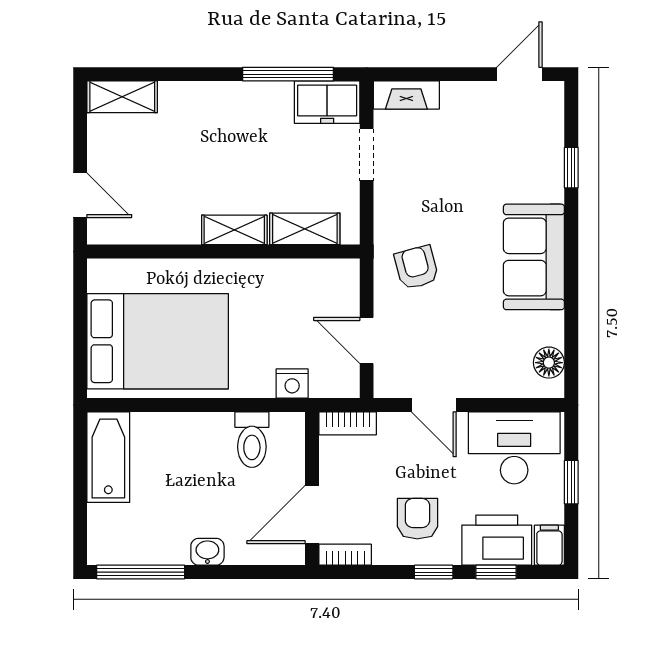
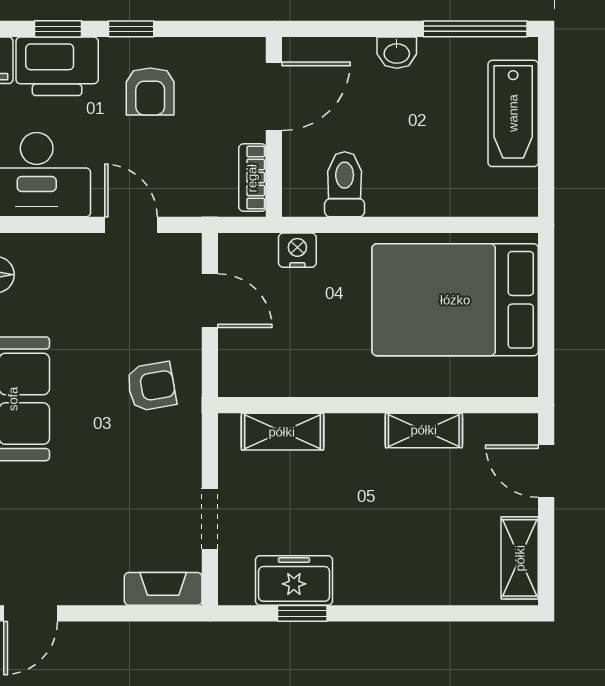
window: (288, 74) -> (302, 613), width x0.46
shelving: (122, 97) -> (520, 558), moved, turned 90
freezer: (327, 102) -> (294, 580), moved
shelving: (234, 230) -> (424, 430), moved
armchair: (416, 267) -> (151, 386), turned -85
bookcase: (348, 423) -> (252, 178), moved, turned -90
bathtub: (108, 457) -> (513, 113), moved
bookcase: (345, 555) -> (235, 49), removed

